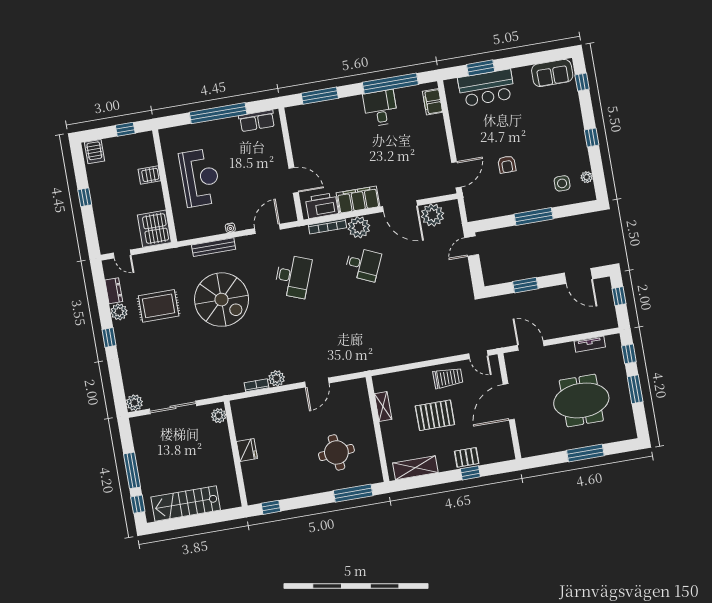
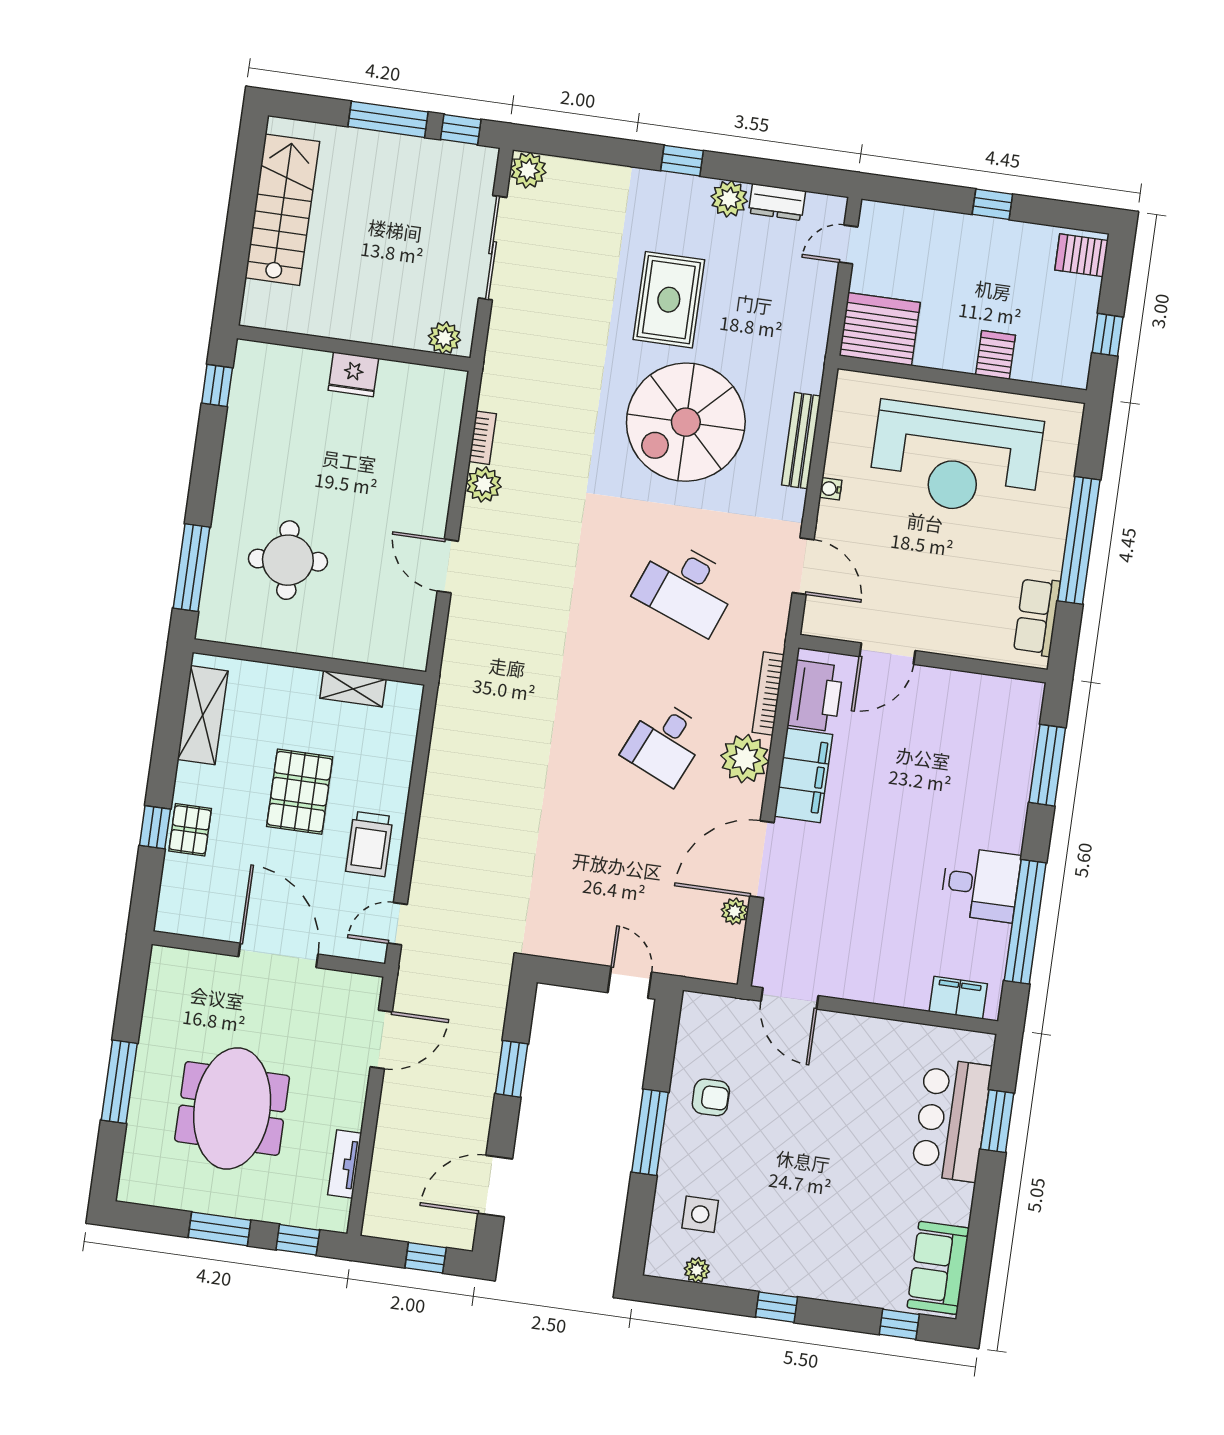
armchair: (507, 164) -> (711, 1097), moved, turned 180
reception desk: (200, 178) -> (956, 459), width x1.36, depth x1.30
plant: (433, 215) -> (735, 911), width x0.53, depth x0.53
rug: (159, 306) -> (669, 300), moved
window: (138, 504) -> (461, 130), moved

